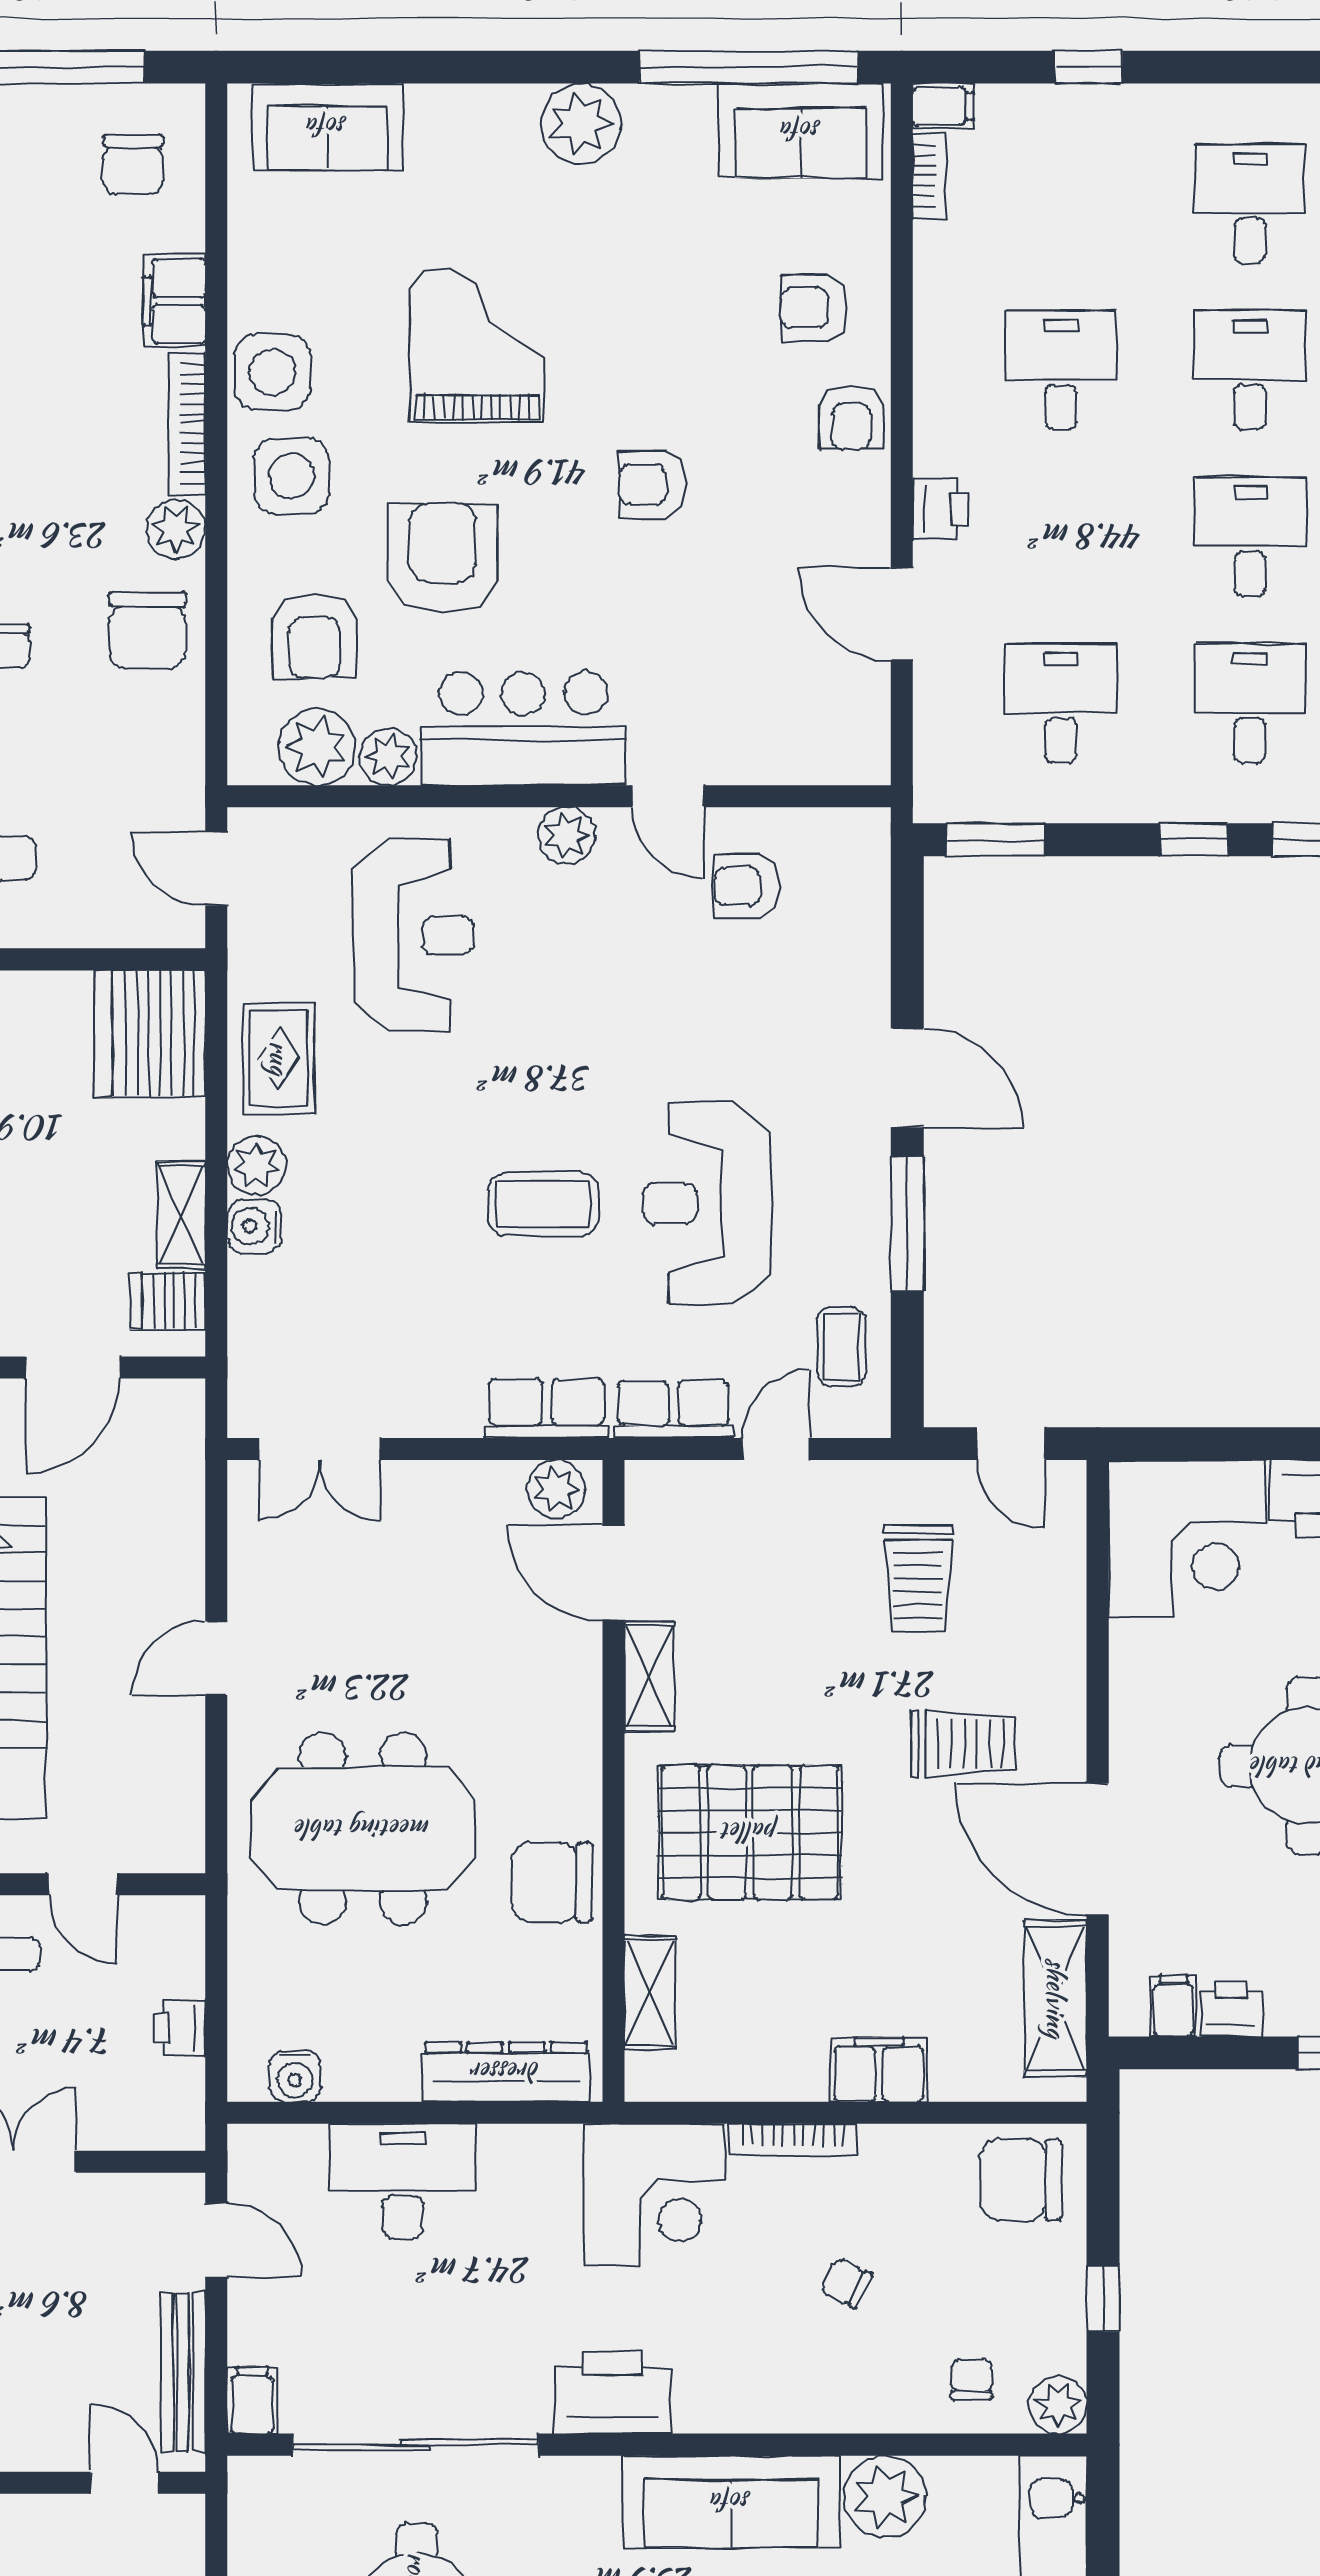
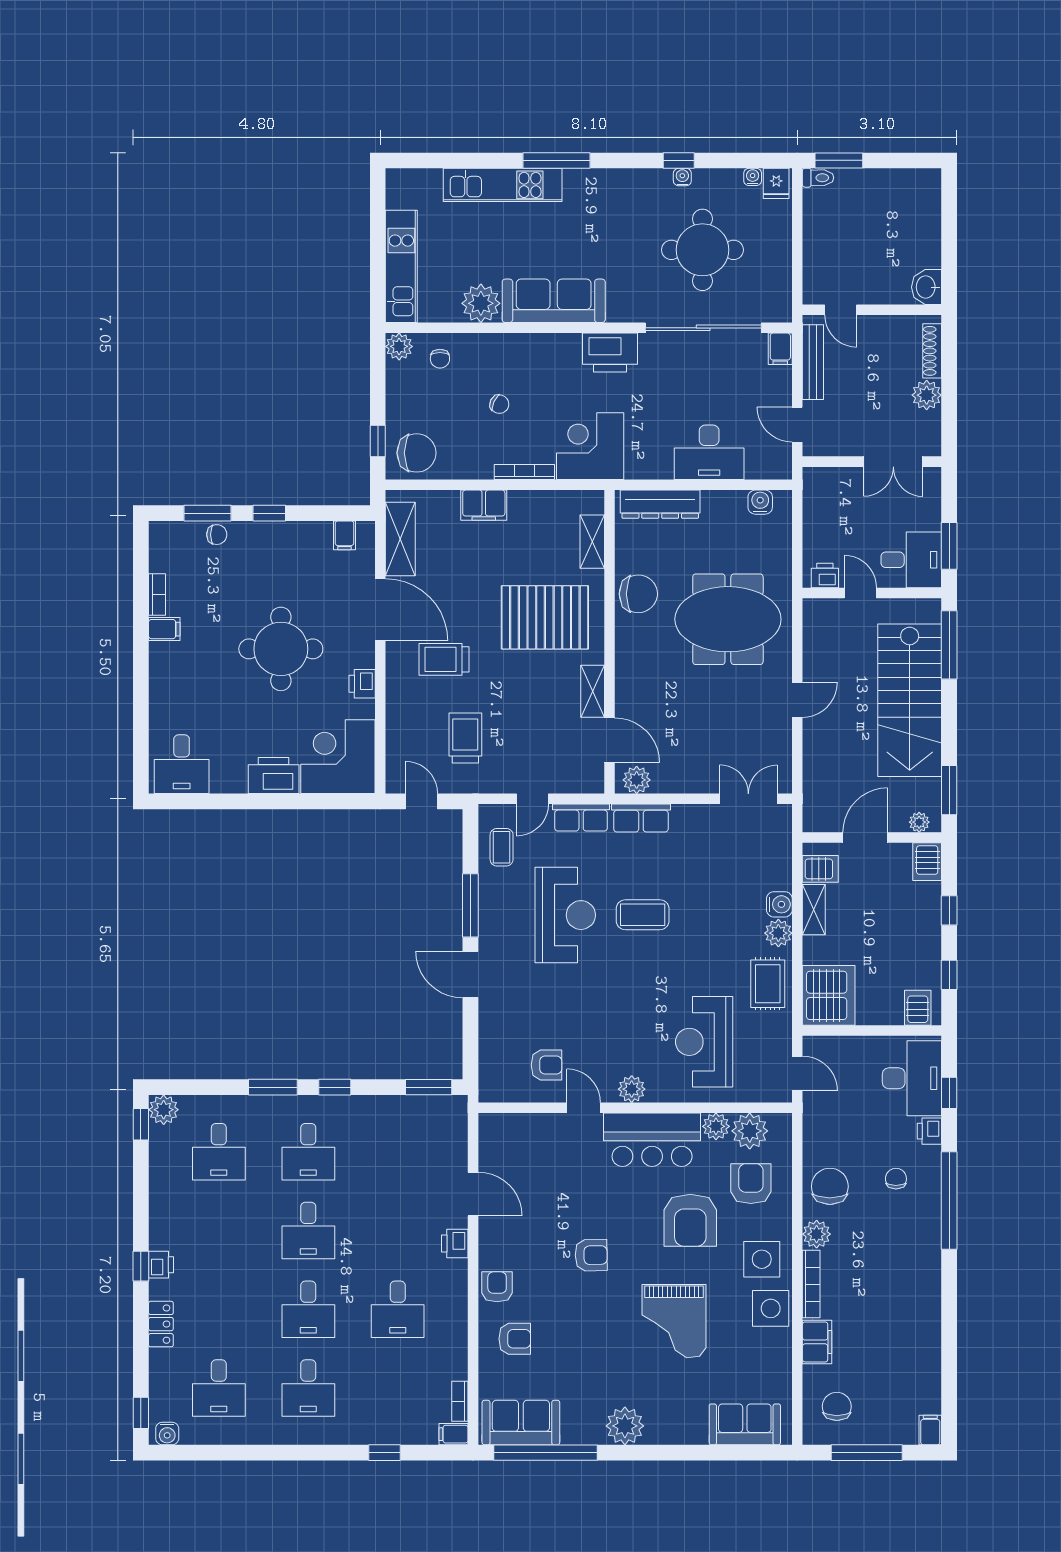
desk: (1061, 703) -> (398, 1152), removed
printer: (1231, 2009) -> (362, 684), moved, turned 90
printer: (179, 2028) -> (825, 576), moved, turned -90
window: (1103, 2298) -> (378, 441), moved

